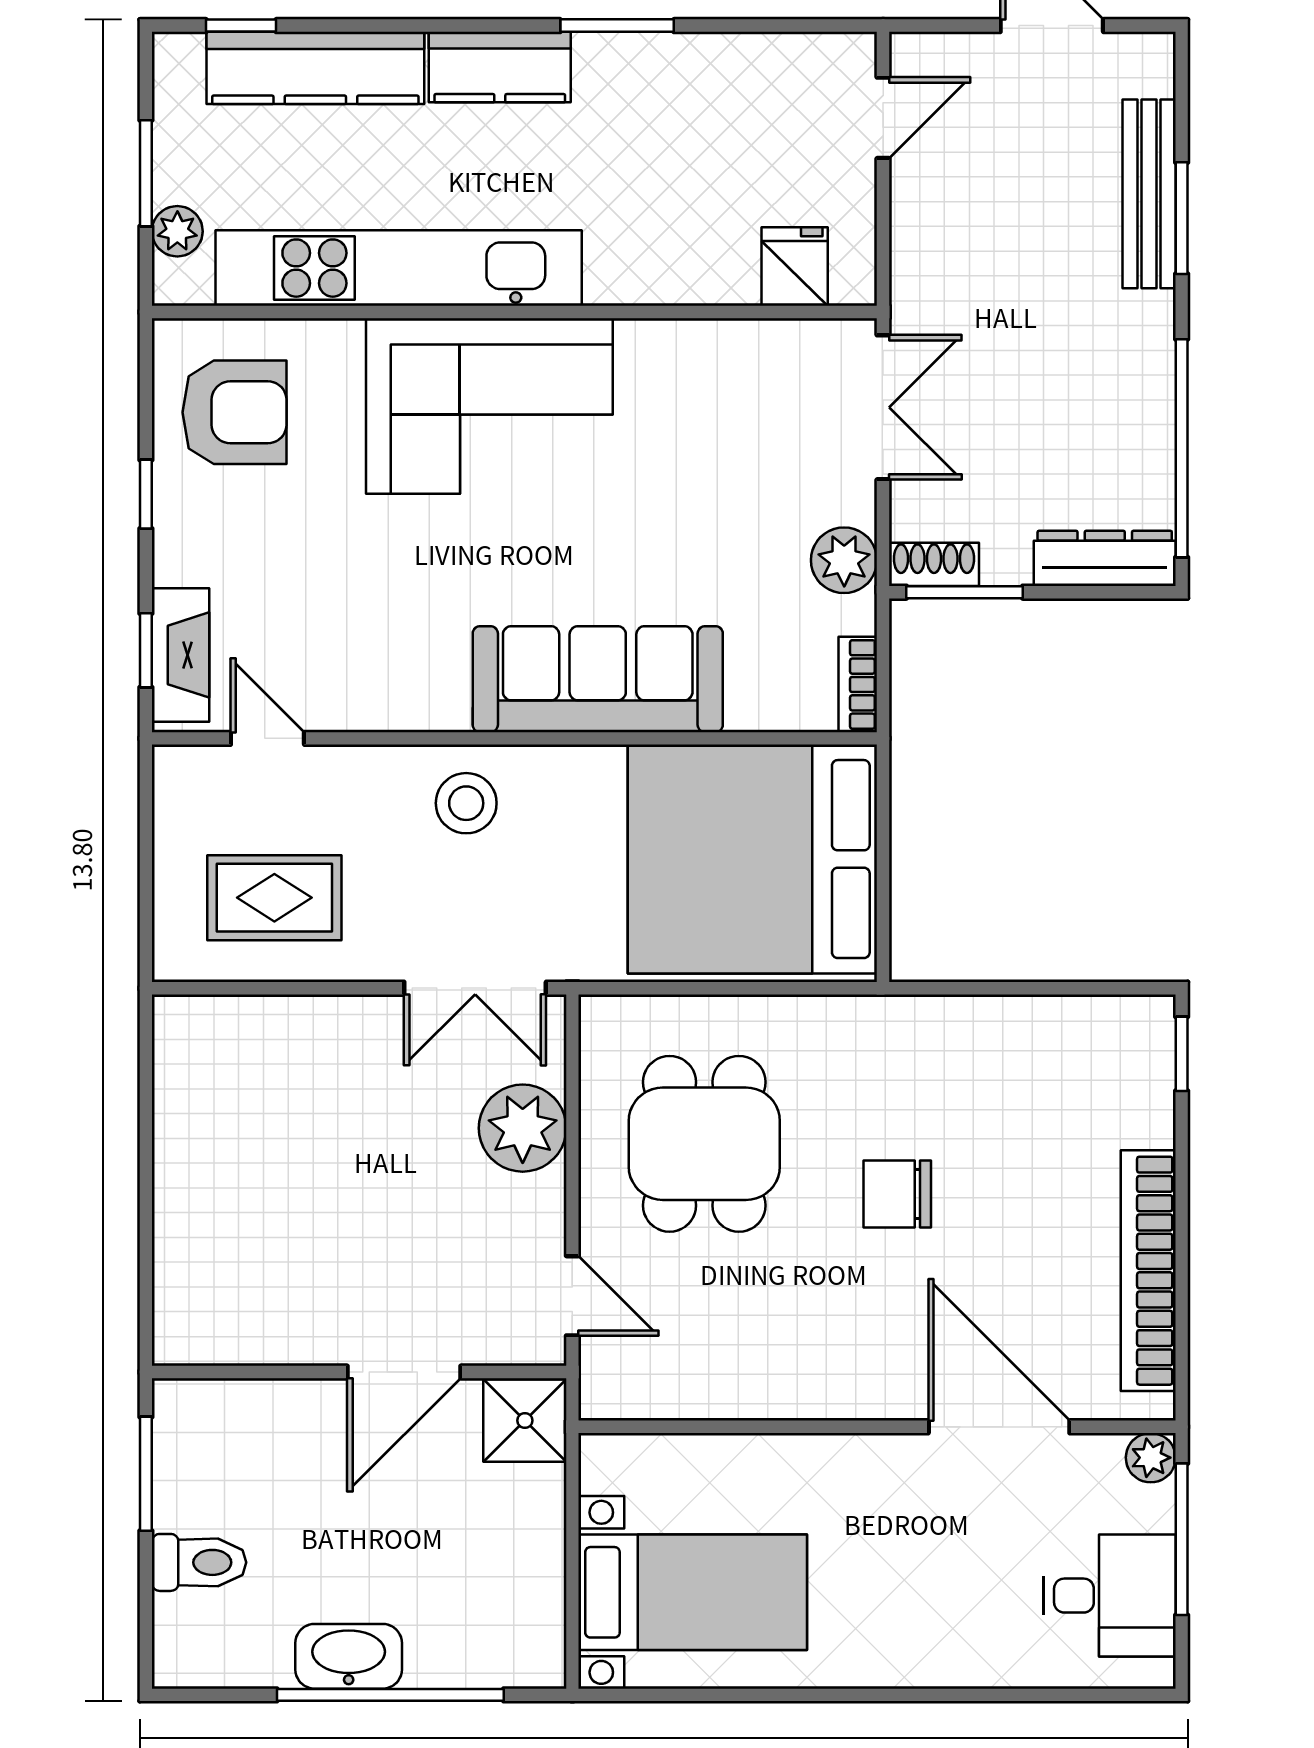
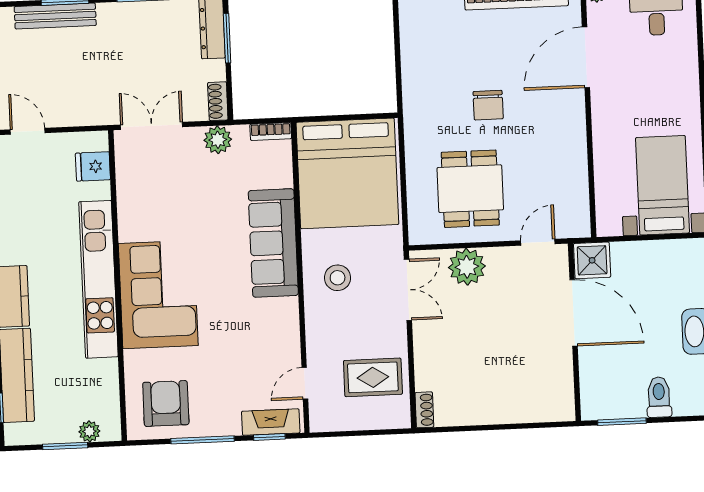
kitchen unit: (399, 268) -> (98, 279), moved
window: (146, 494) -> (203, 440), width x2.17
window: (965, 592) -> (227, 38), moved
stool: (466, 803) -> (338, 278), moved
rug: (274, 898) -> (373, 377), turned 90
shoe rack: (193, 1014) -> (424, 410), added
dining table: (704, 1144) -> (470, 189), turned 90
door: (404, 1372) -> (574, 313), width x1.36

